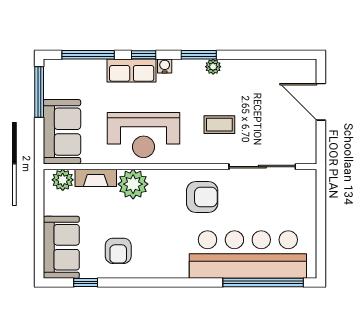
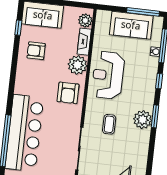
water cooler: (165, 66) -> (155, 52), moved
plant: (213, 67) -> (143, 120), width x1.88, depth x1.88
row of seats: (132, 71) -> (150, 72), removed
sofa: (62, 132) -> (131, 25), moved
armchair: (202, 197) -> (68, 93), moved

